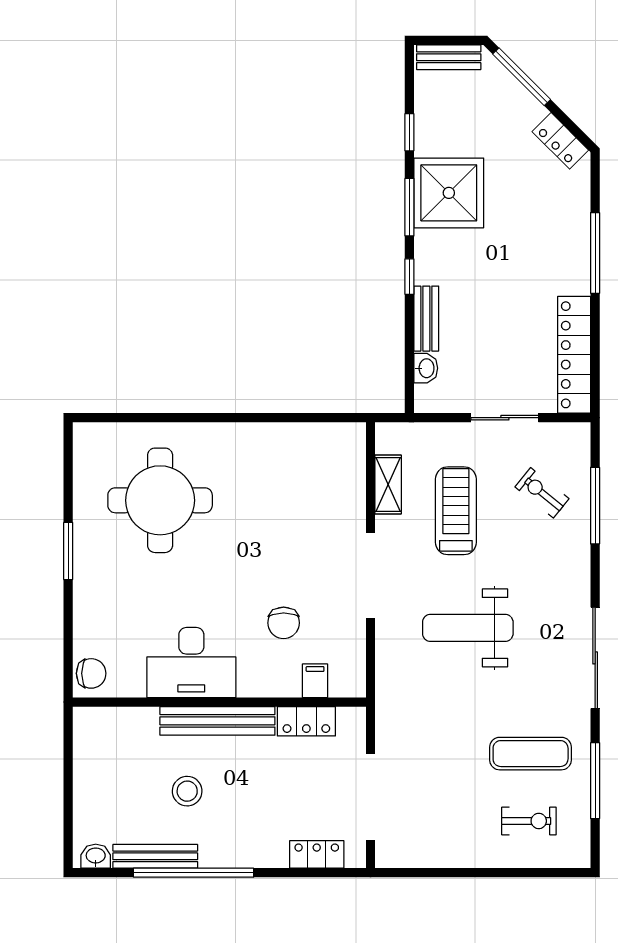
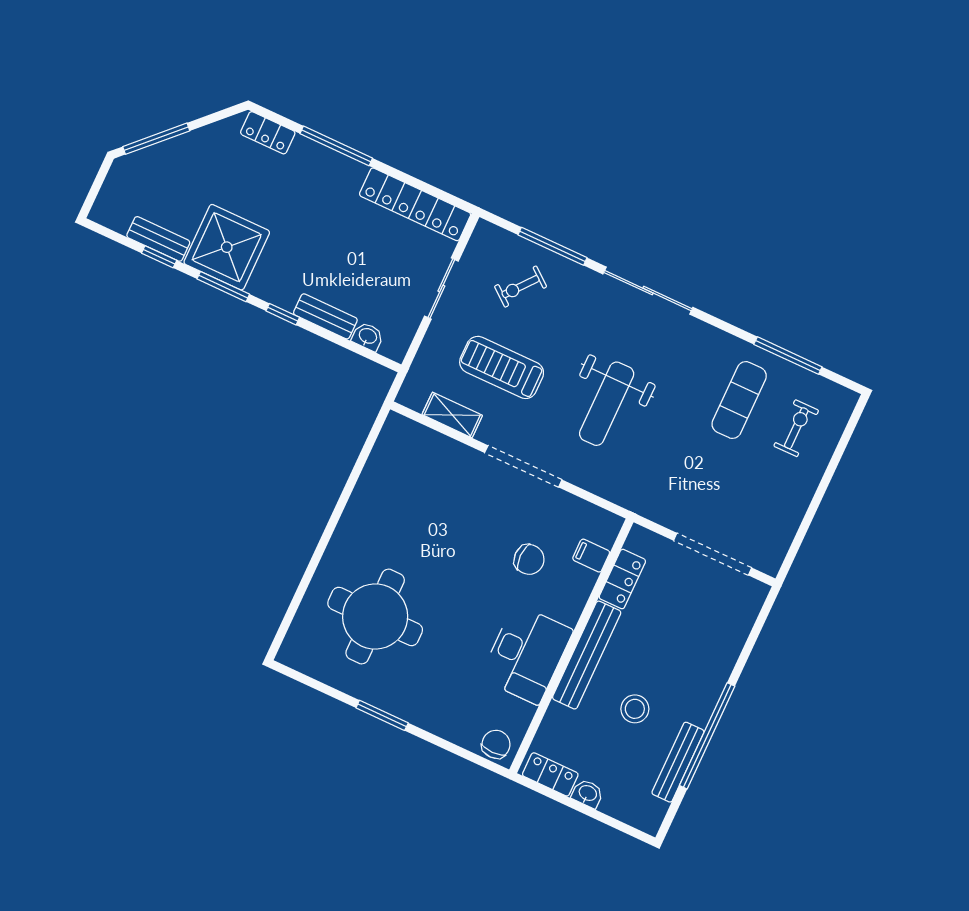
bench: (449, 57) -> (158, 239), moved, turned 90
locker: (560, 141) -> (268, 133), moved, turned 45
sliding door: (595, 658) -> (648, 291), moved
locker: (317, 854) -> (550, 774), moved, turned 90
washbasin: (96, 856) -> (588, 794), moved, turned 90

